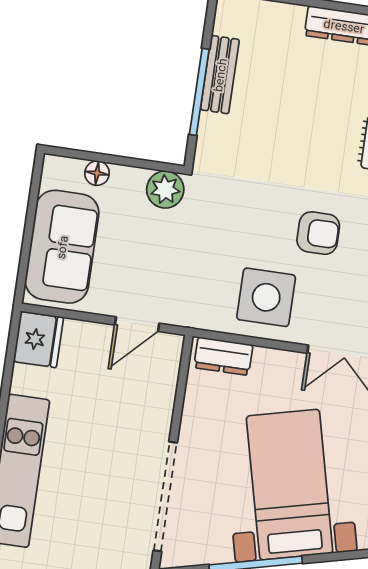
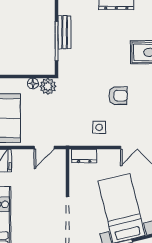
floor lamp: (97, 173) -> (33, 84), moved
side table: (266, 297) -> (99, 127), width x0.54, depth x0.54

